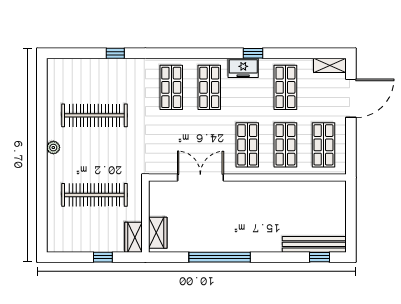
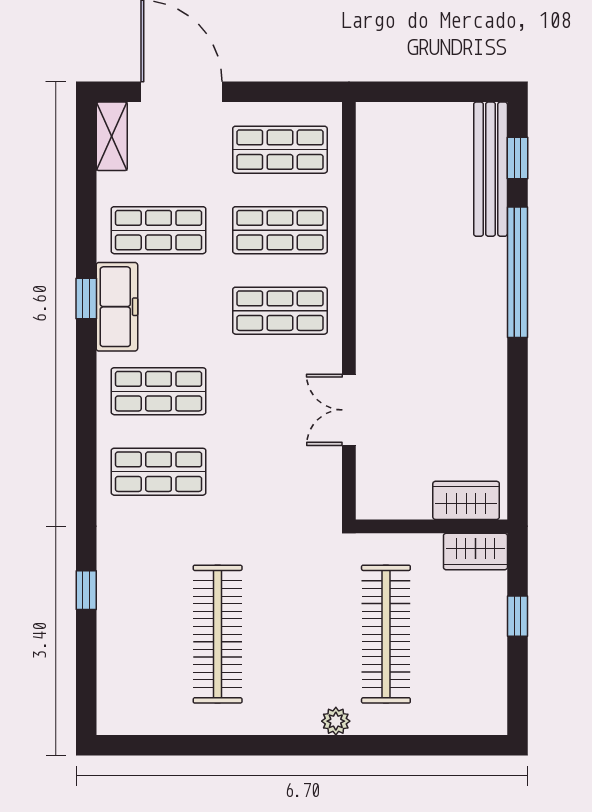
freezer: (243, 68) -> (117, 307), width x1.40
plant: (53, 148) -> (336, 721), moved
double door: (200, 177) -> (349, 410), width x0.73
window: (220, 257) -> (517, 272), moved

